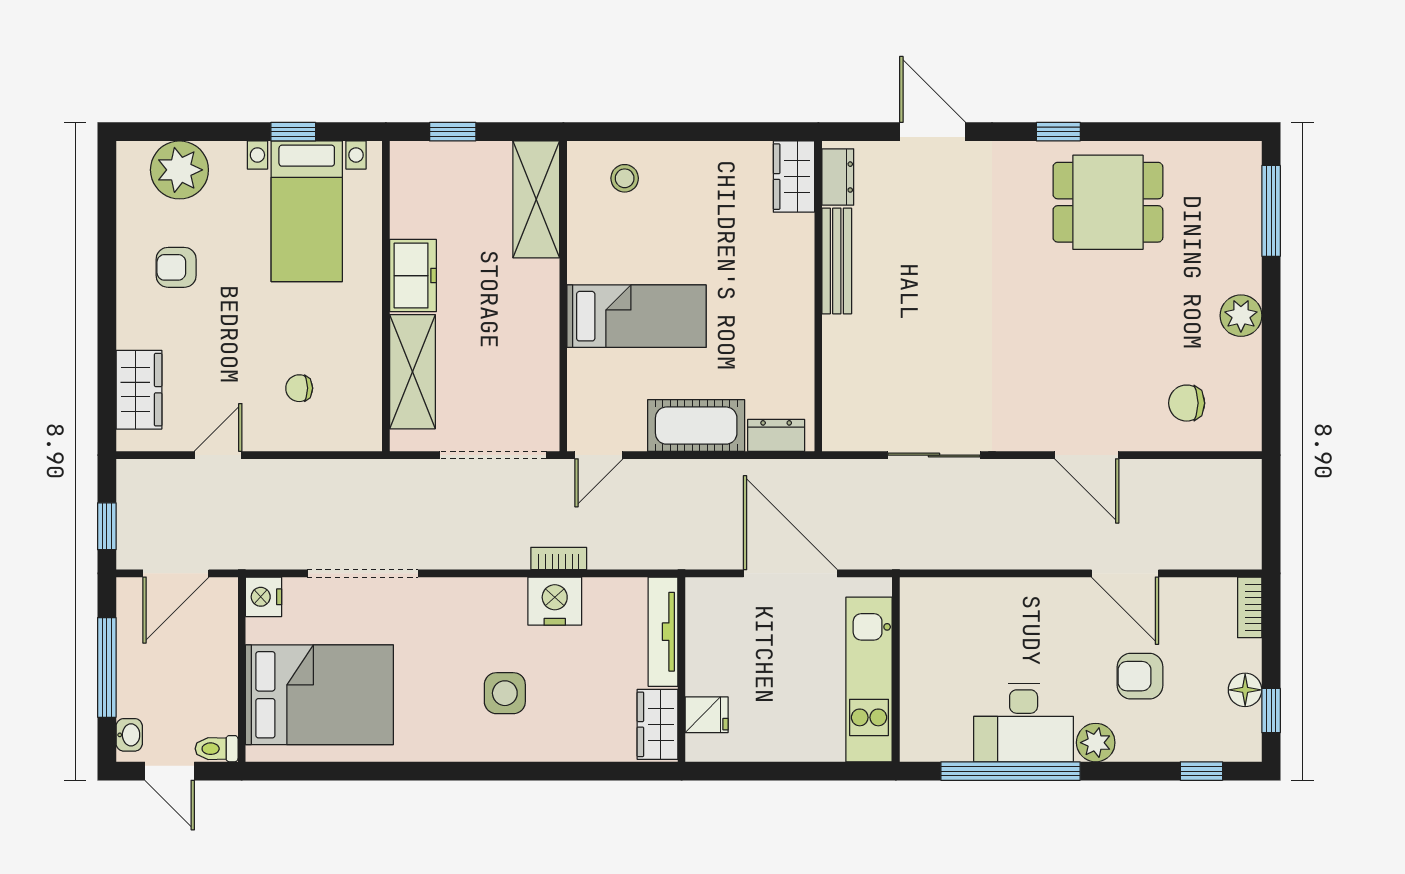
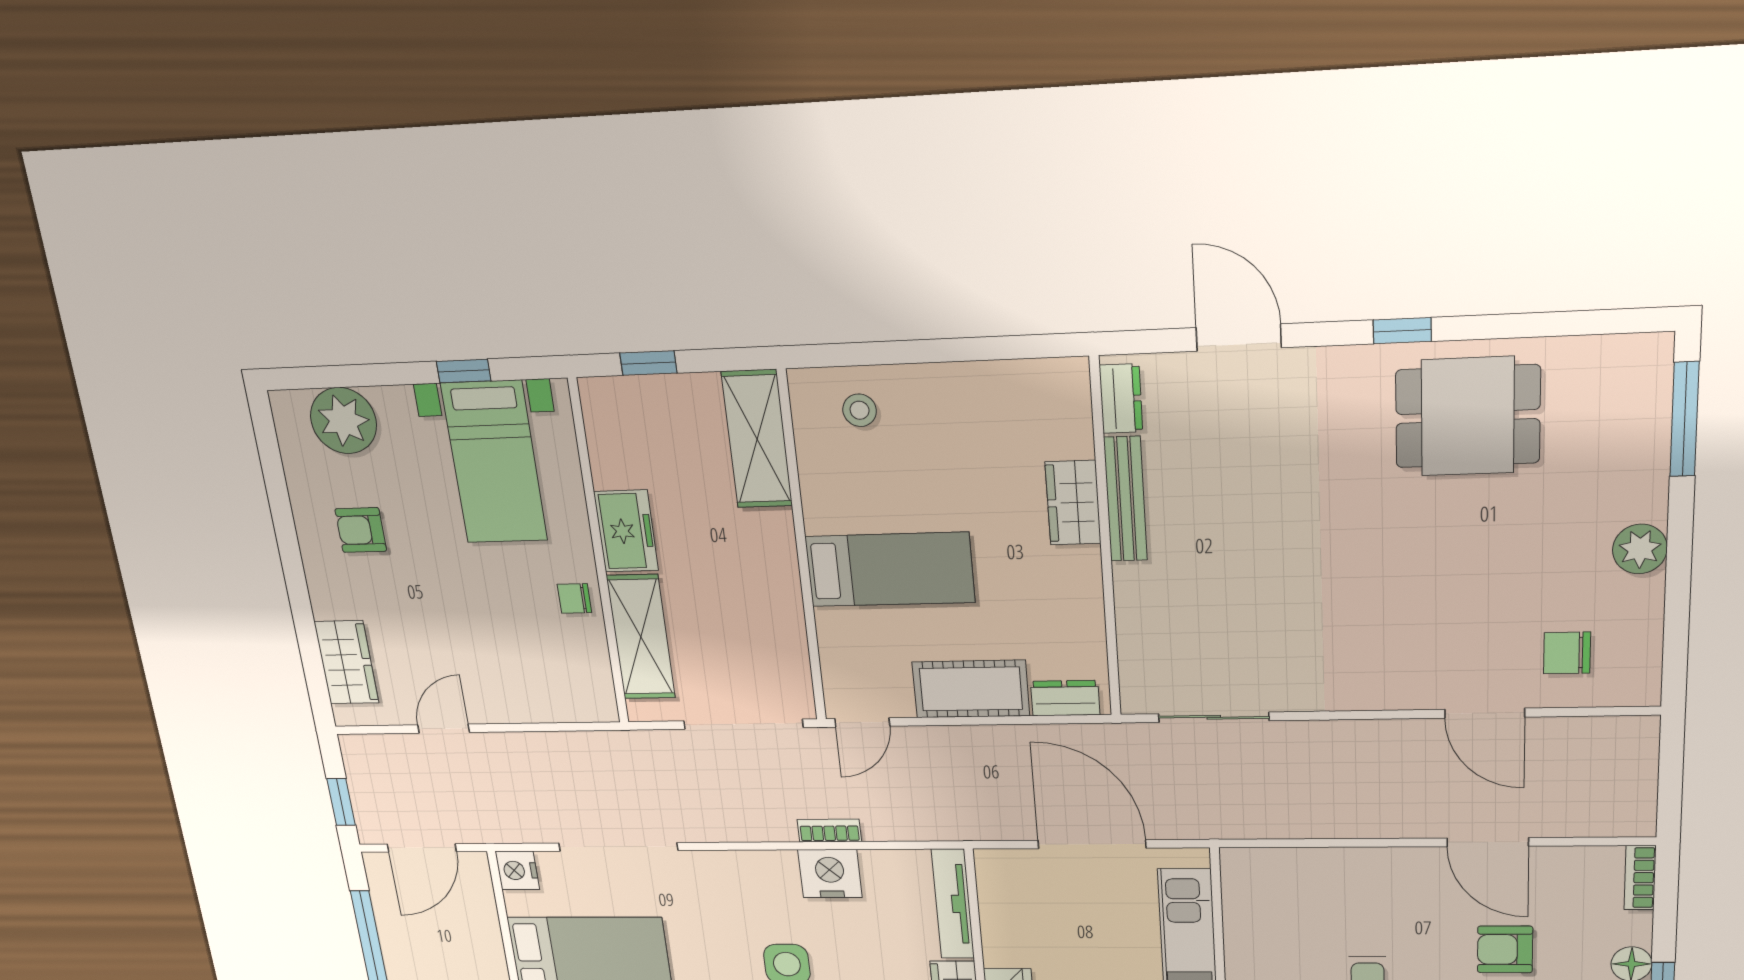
wardrobe: (794, 177) -> (1073, 503), moved
chair: (299, 388) -> (574, 598), moved
sliding door: (934, 455) -> (1214, 717), moved
door: (1087, 455) -> (1485, 713), moved

